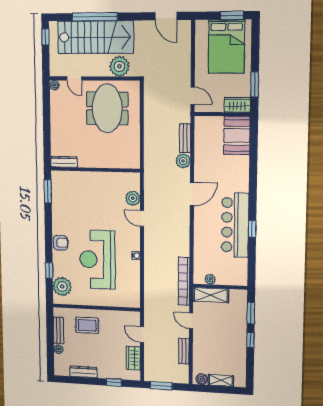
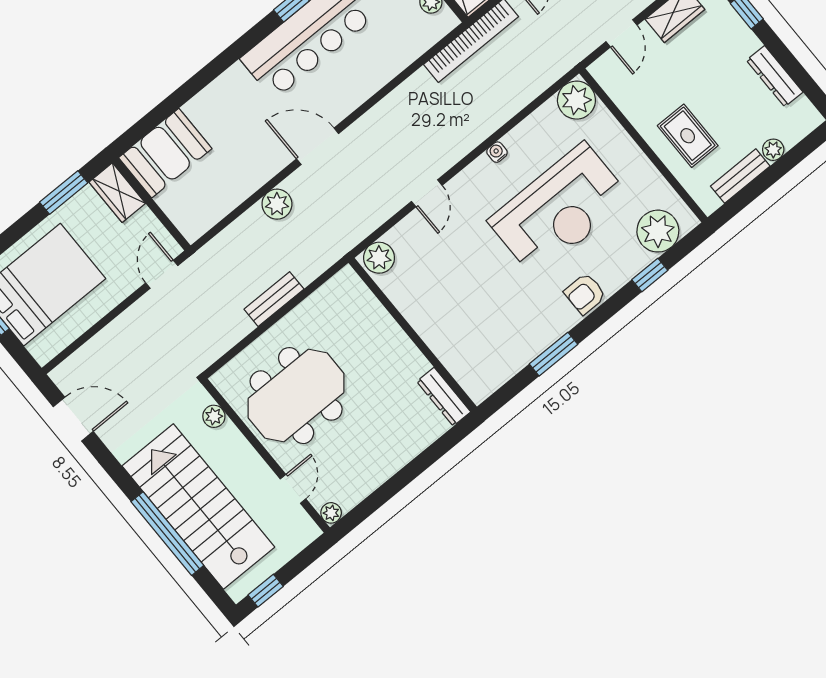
door: (166, 16) -> (73, 419), hinge flipped
plant: (119, 66) -> (214, 416), width x0.53, depth x0.53
bench: (185, 138) -> (274, 299), moved
window: (48, 191) -> (553, 354), moved
plant: (133, 198) -> (379, 258), moved
armchair: (61, 243) -> (585, 294), turned -90
plant: (131, 299) -> (576, 100), added

